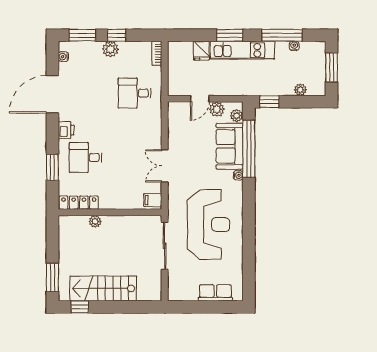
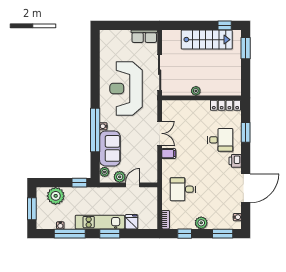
window: (117, 35) -> (185, 234), moved
plant: (300, 90) -> (56, 196), width x1.87, depth x1.87
desk: (135, 93) -> (183, 189), turned 180
window: (249, 149) -> (95, 130), moved
filing cabinet: (153, 200) -> (169, 154), moved
plant: (95, 221) -> (196, 91), moved
row of seats: (215, 293) -> (144, 36), moved

